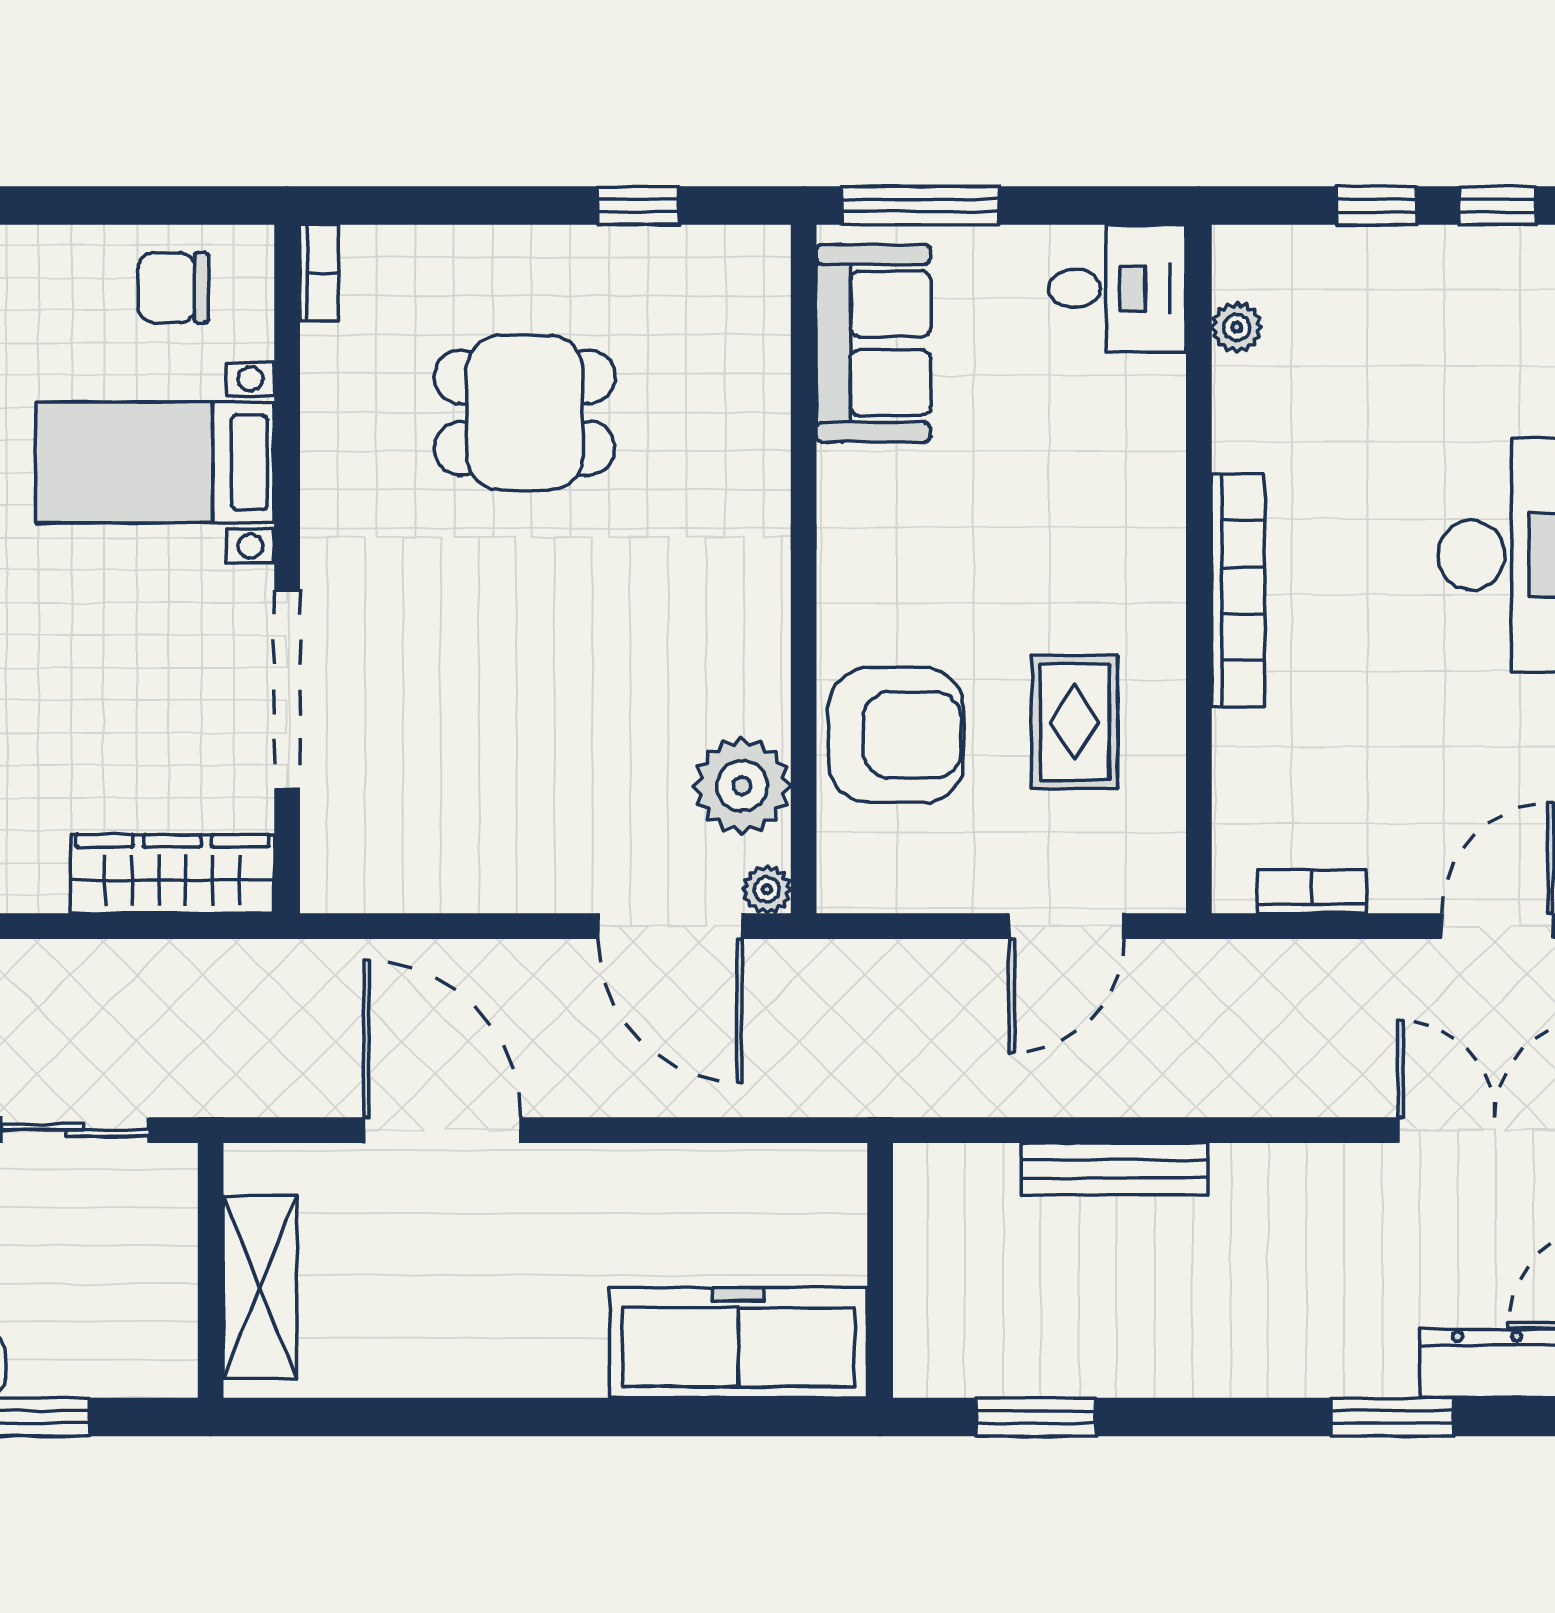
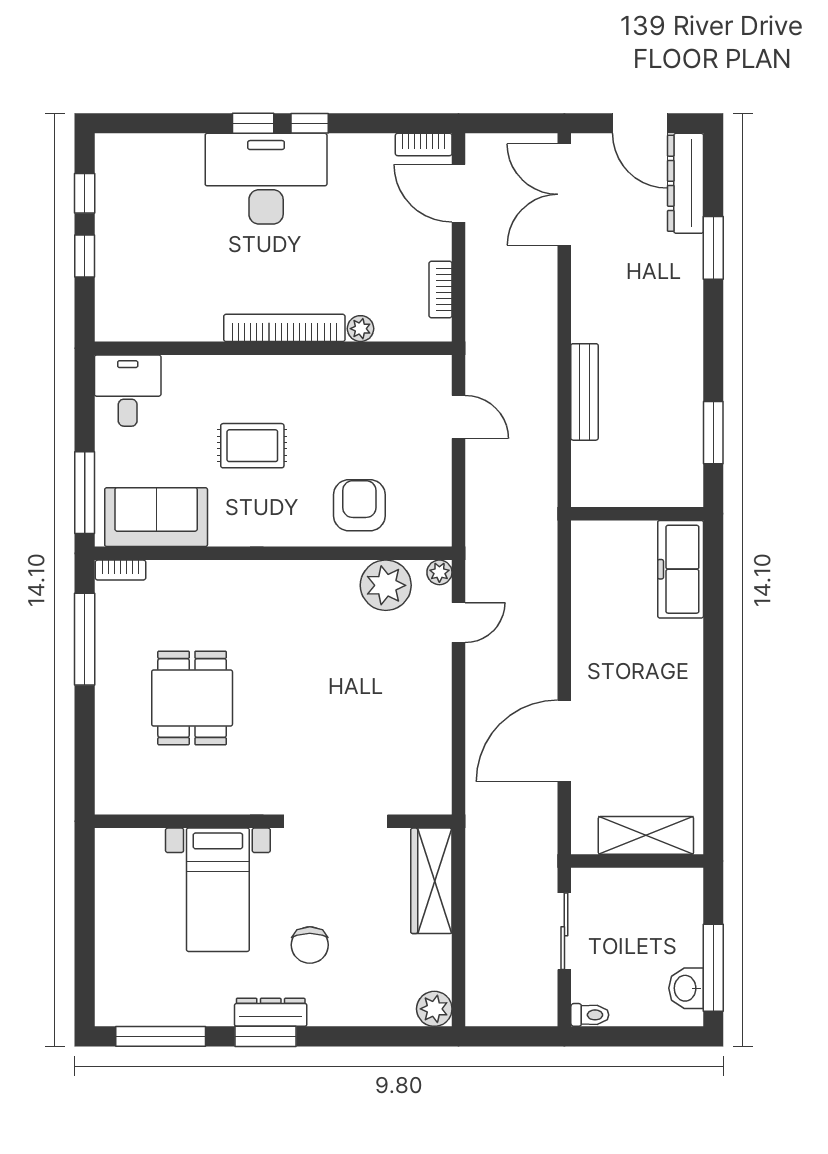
window: (638, 206) -> (85, 639), width x2.17
bookcase: (319, 273) -> (121, 570), moved, turned 180
chair: (173, 288) -> (310, 945), moved
plant: (1237, 327) -> (361, 329), moved
rug: (1075, 722) -> (252, 446), moved
armchair: (896, 735) -> (359, 505), width x0.73, depth x0.73
door: (670, 926) -> (458, 623), width x0.53
door: (1066, 926) -> (458, 417), width x0.73
freezer: (739, 1343) -> (681, 569), width x0.73, depth x0.79

